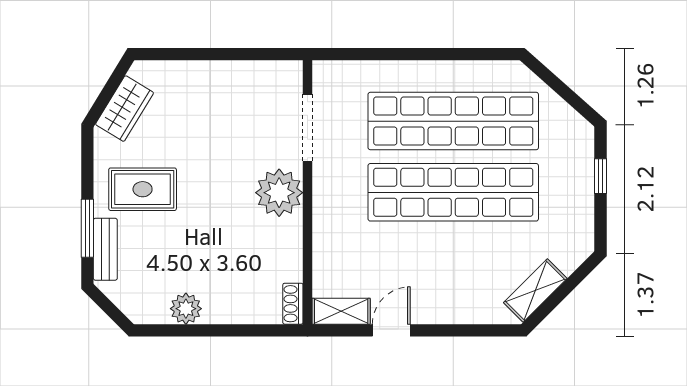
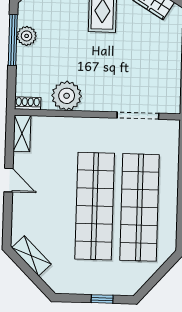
plant: (279, 193) -> (67, 96), moved
window: (193, 330) -> (13, 40), added
door: (391, 330) -> (9, 180), moved

